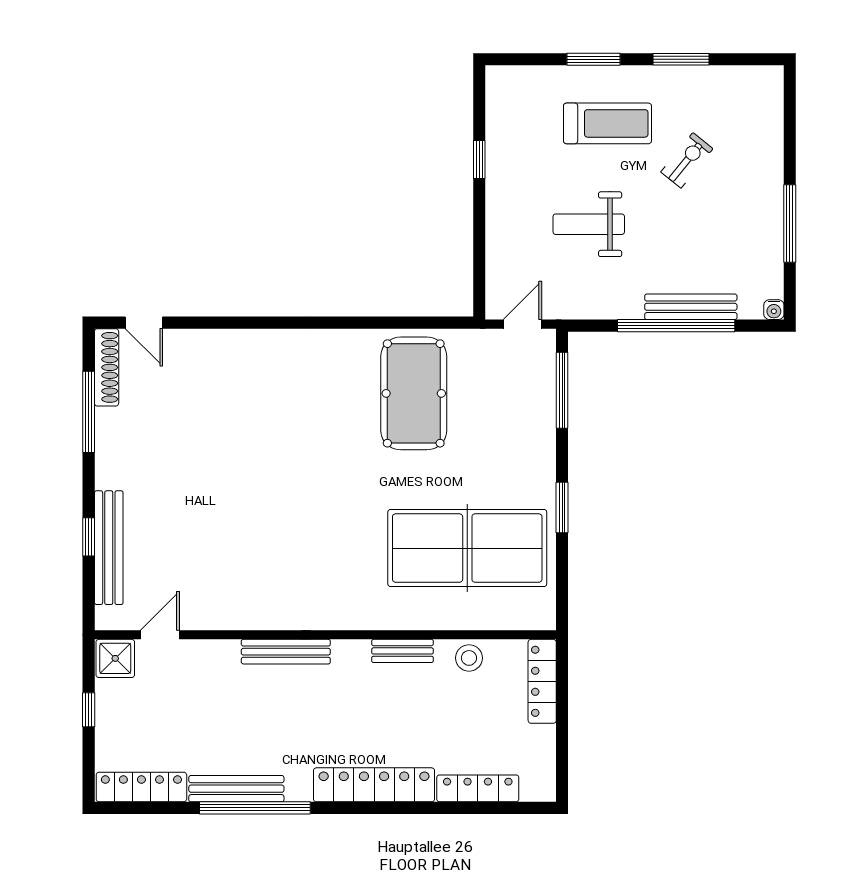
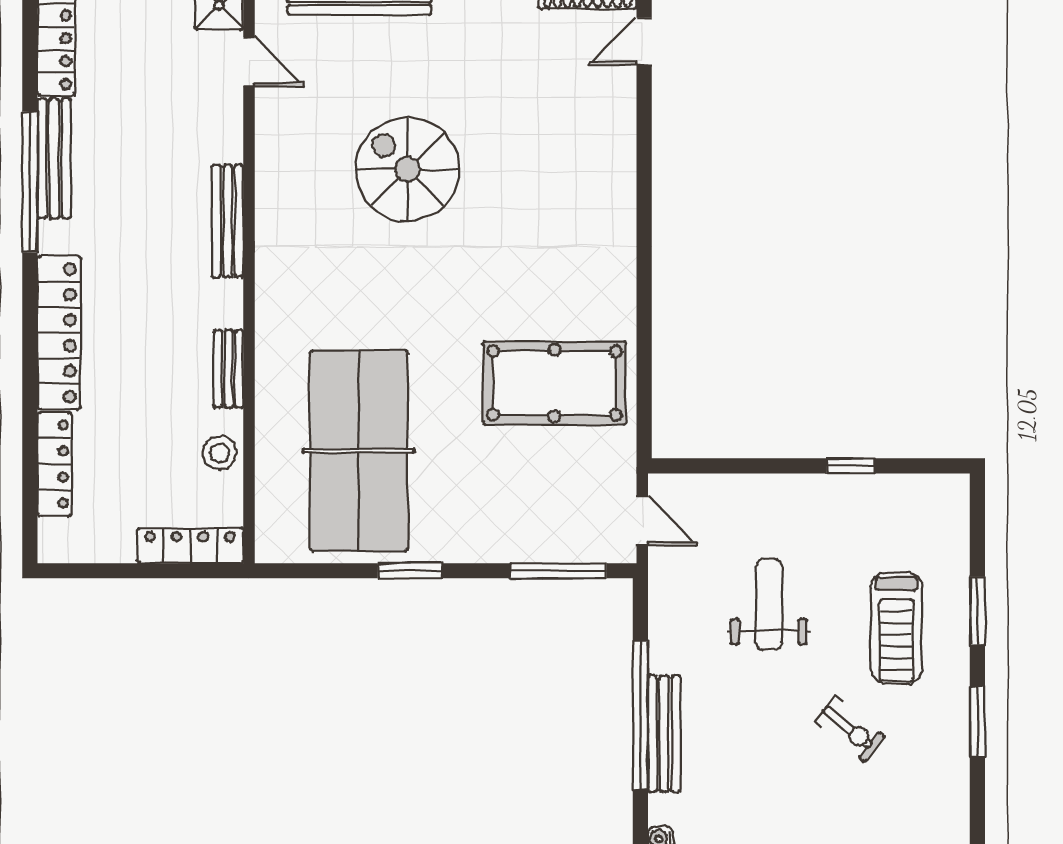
spiral stairs: (245, 509) -> (408, 169), added

